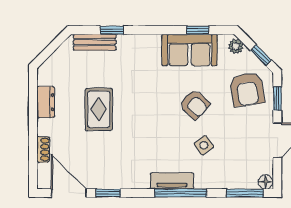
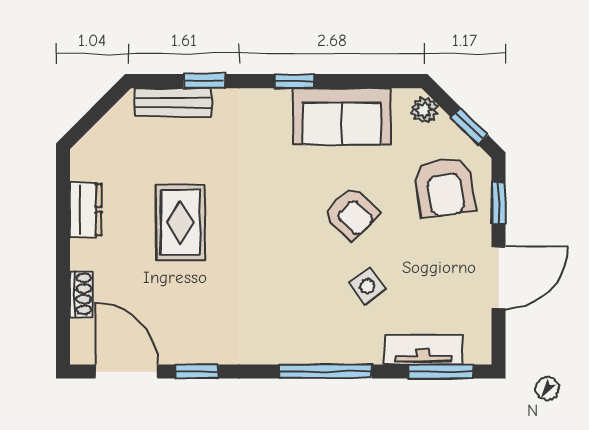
window: (198, 30) -> (294, 81), moved
tv unit: (172, 181) -> (423, 350), moved
floor lamp: (266, 182) -> (477, 352), removed

